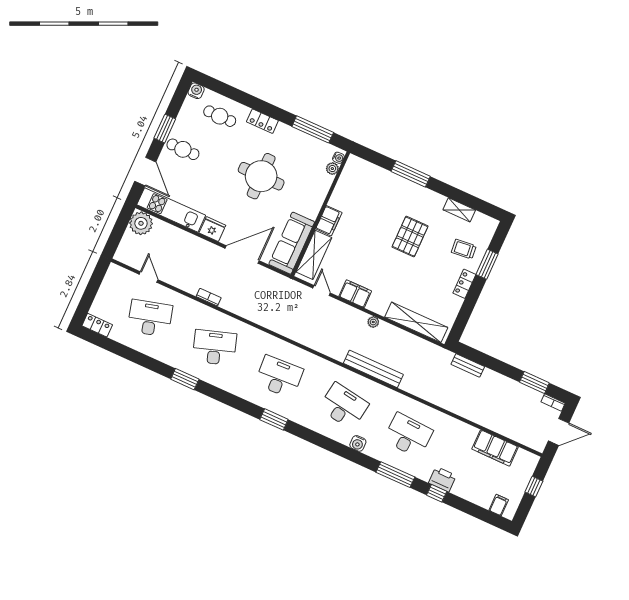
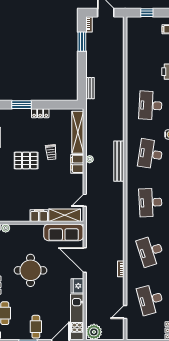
trolley: (464, 249) -> (51, 152), moved
filing cabinet: (355, 294) -> (77, 164), moved
bench: (373, 369) -> (119, 161), moved
filing cabinet: (495, 448) -> (134, 48), removed

